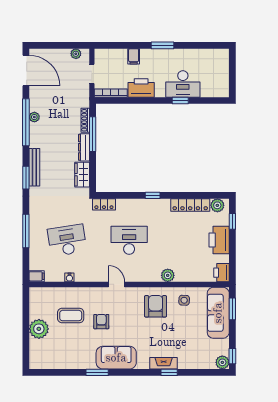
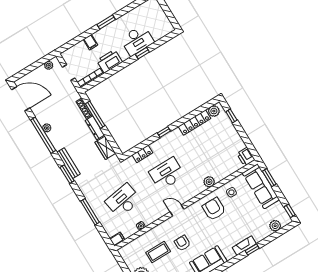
locker: (104, 204) -> (142, 154), moved
printer: (219, 240) -> (230, 135), removed
plant: (222, 362) -> (275, 226), moved

